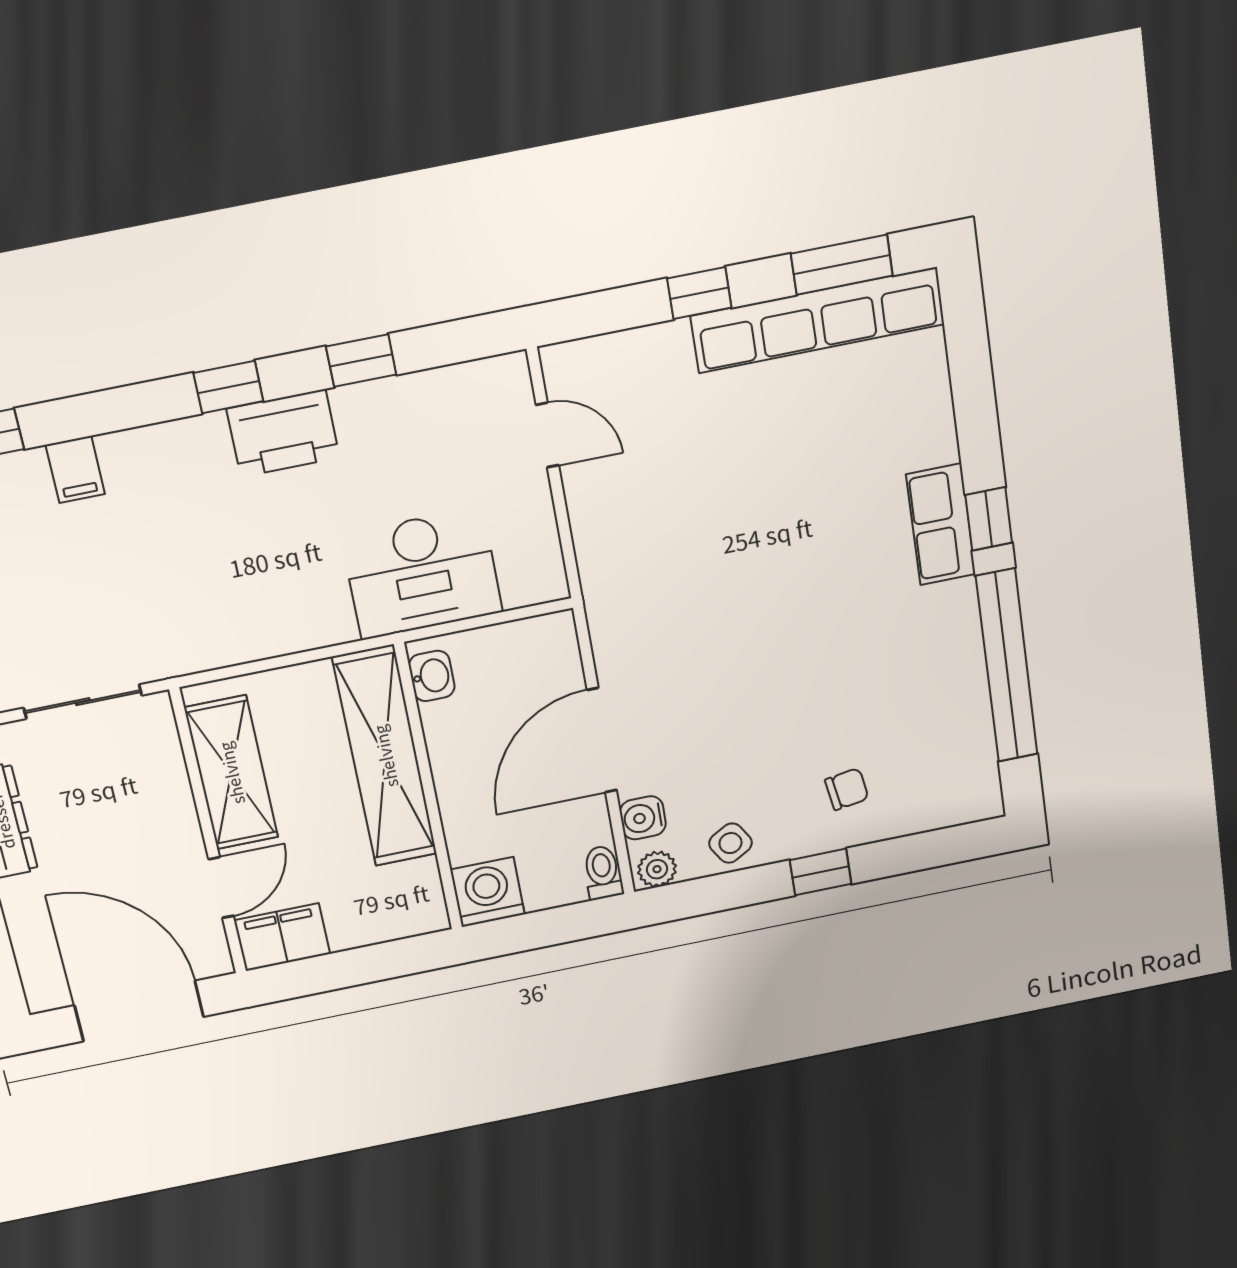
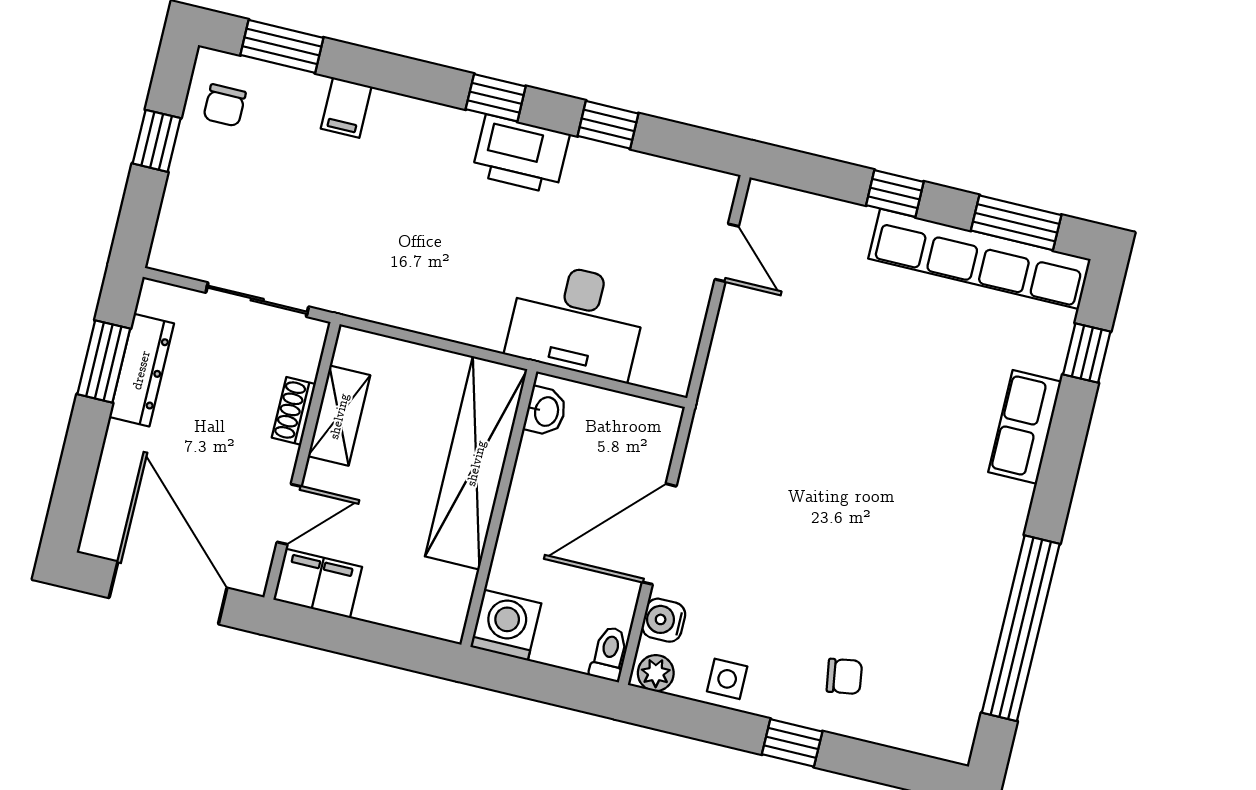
window: (989, 519) -> (1087, 353), moved
row of seats: (941, 524) -> (1025, 427), moved
shelving: (231, 773) -> (339, 416), width x0.67, depth x0.75
shoe rack: (176, 790) -> (294, 411), added
side table: (730, 843) -> (727, 679), turned 31

